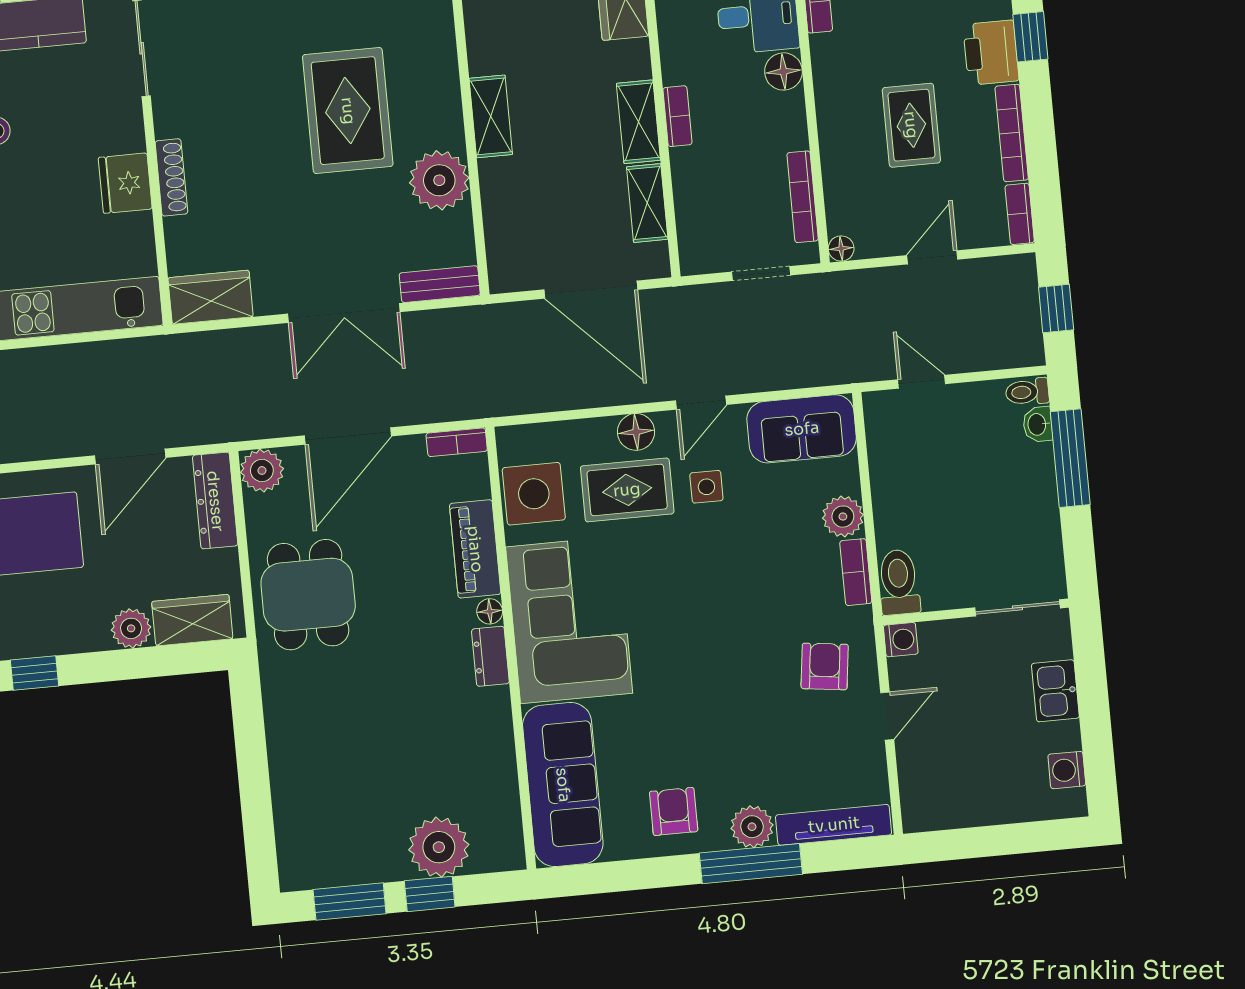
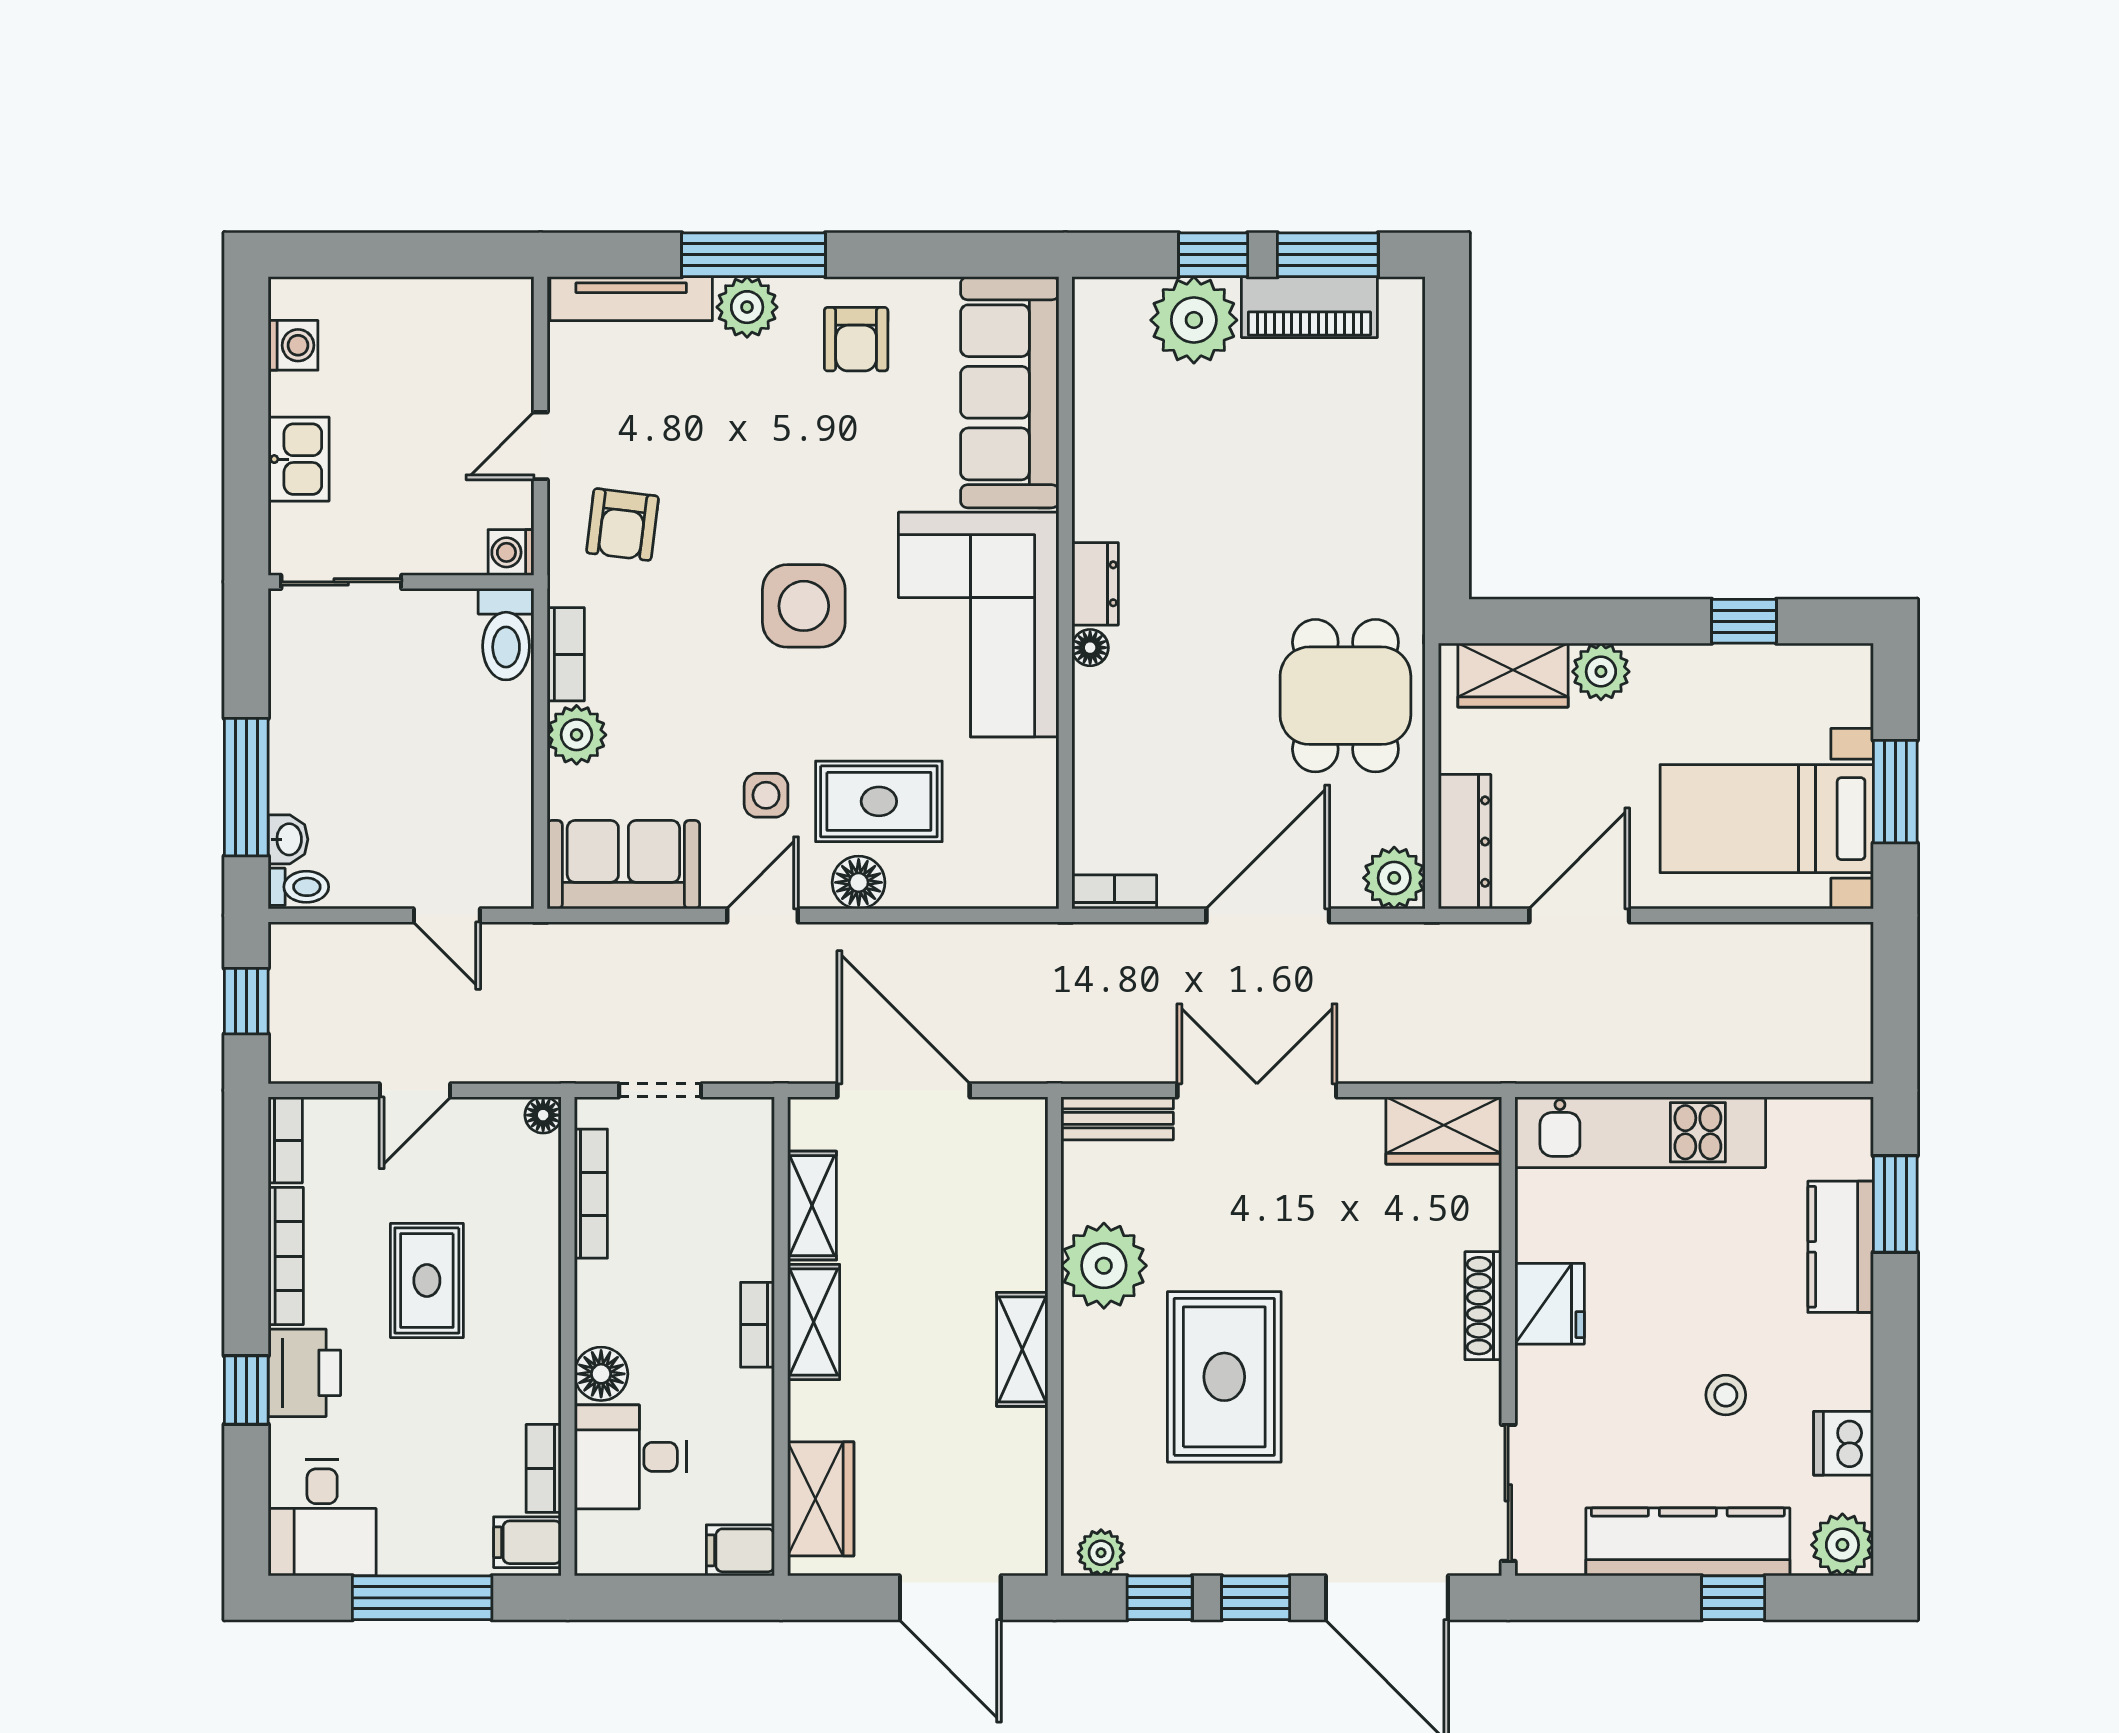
side table: (534, 494) -> (804, 606), moved
piano: (475, 549) -> (1309, 307), moved, turned 90

